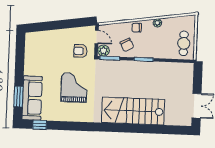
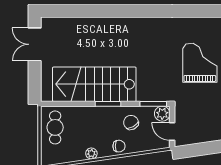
armchair: (80, 51) -> (193, 112), removed
grand piano: (74, 87) -> (200, 63), turned 180
stairs: (133, 111) -> (94, 84), moved, turned 180

